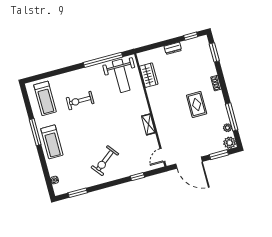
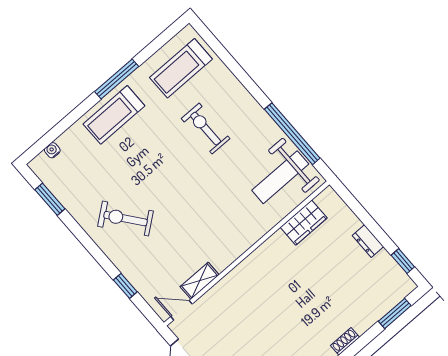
rug: (197, 104) -> (293, 326), removed
shelving: (148, 124) -> (200, 281), moved

